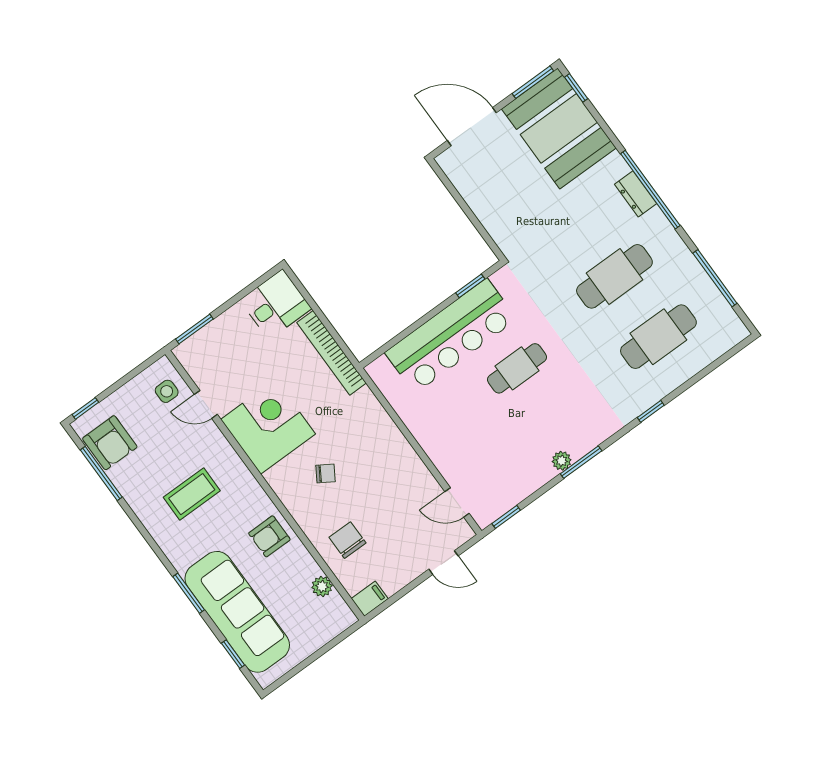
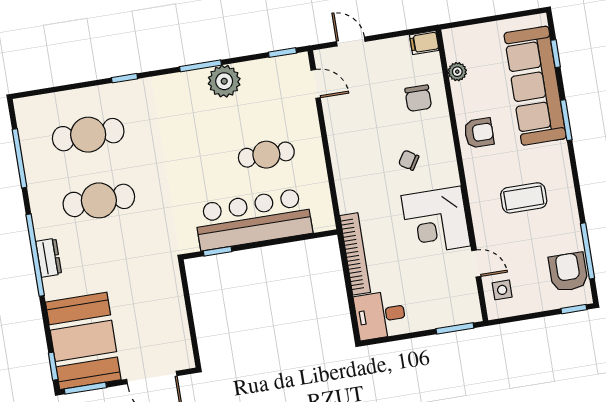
cafe table: (517, 368) -> (266, 155), moved
plant: (562, 461) -> (224, 81), width x1.88, depth x1.88

